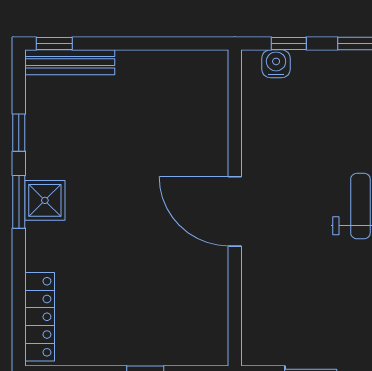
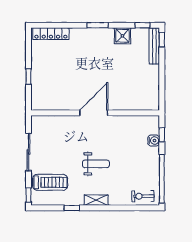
water cooler: (276, 64) -> (154, 141), moved
window: (19, 133) -> (142, 25), moved
shower: (45, 200) -> (122, 36), moved

